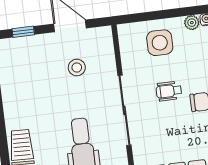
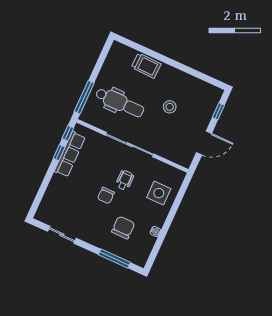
plant: (192, 23) -> (159, 221), removed
stool: (77, 68) -> (170, 107), moved

